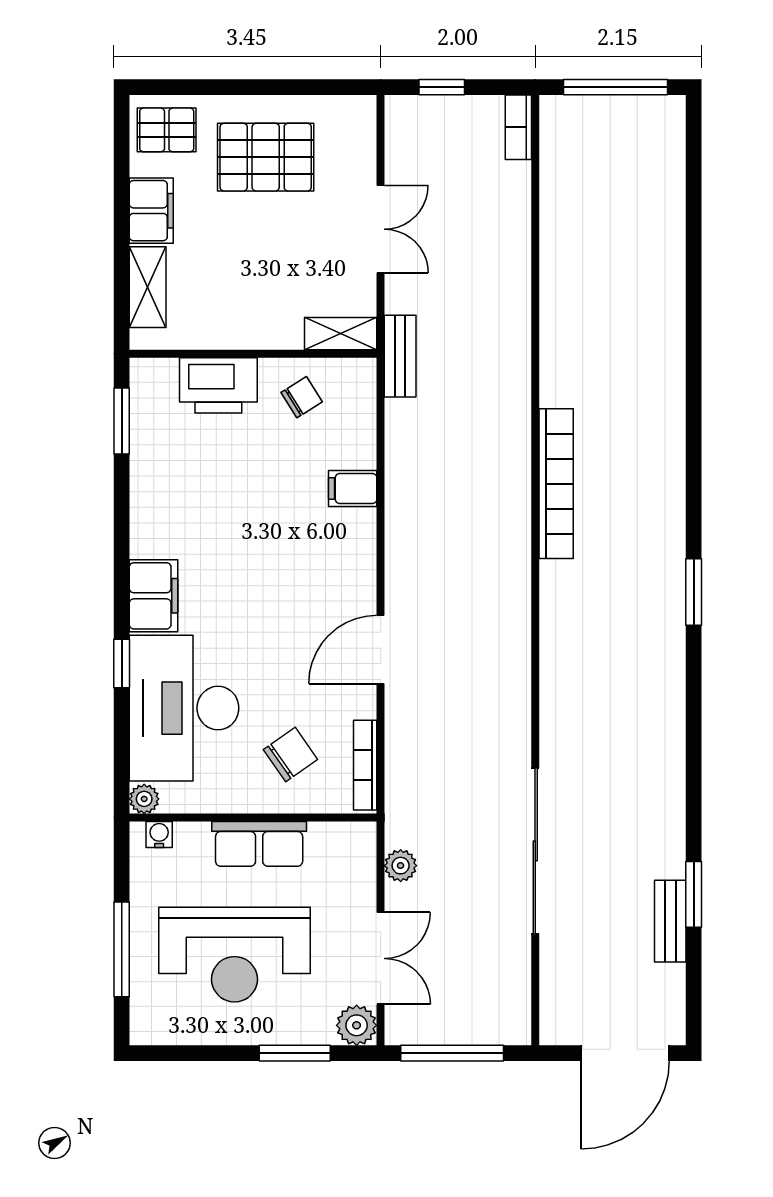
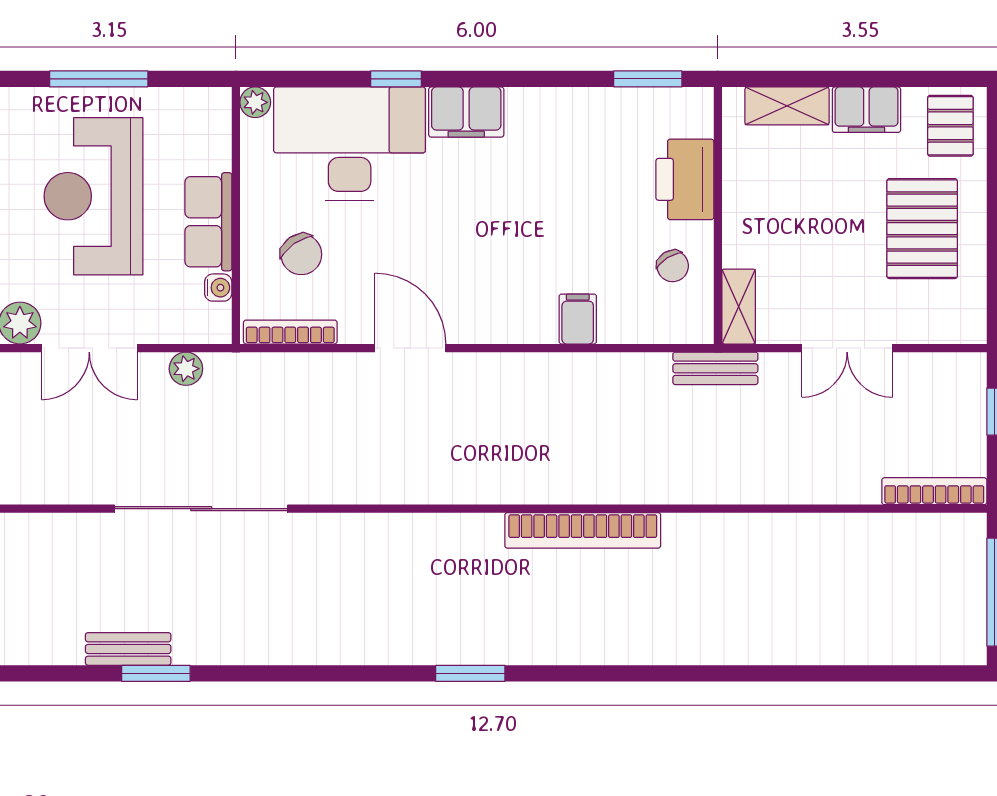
bookcase: (518, 127) -> (934, 491), width x1.56
water cooler: (159, 834) -> (218, 288), moved

